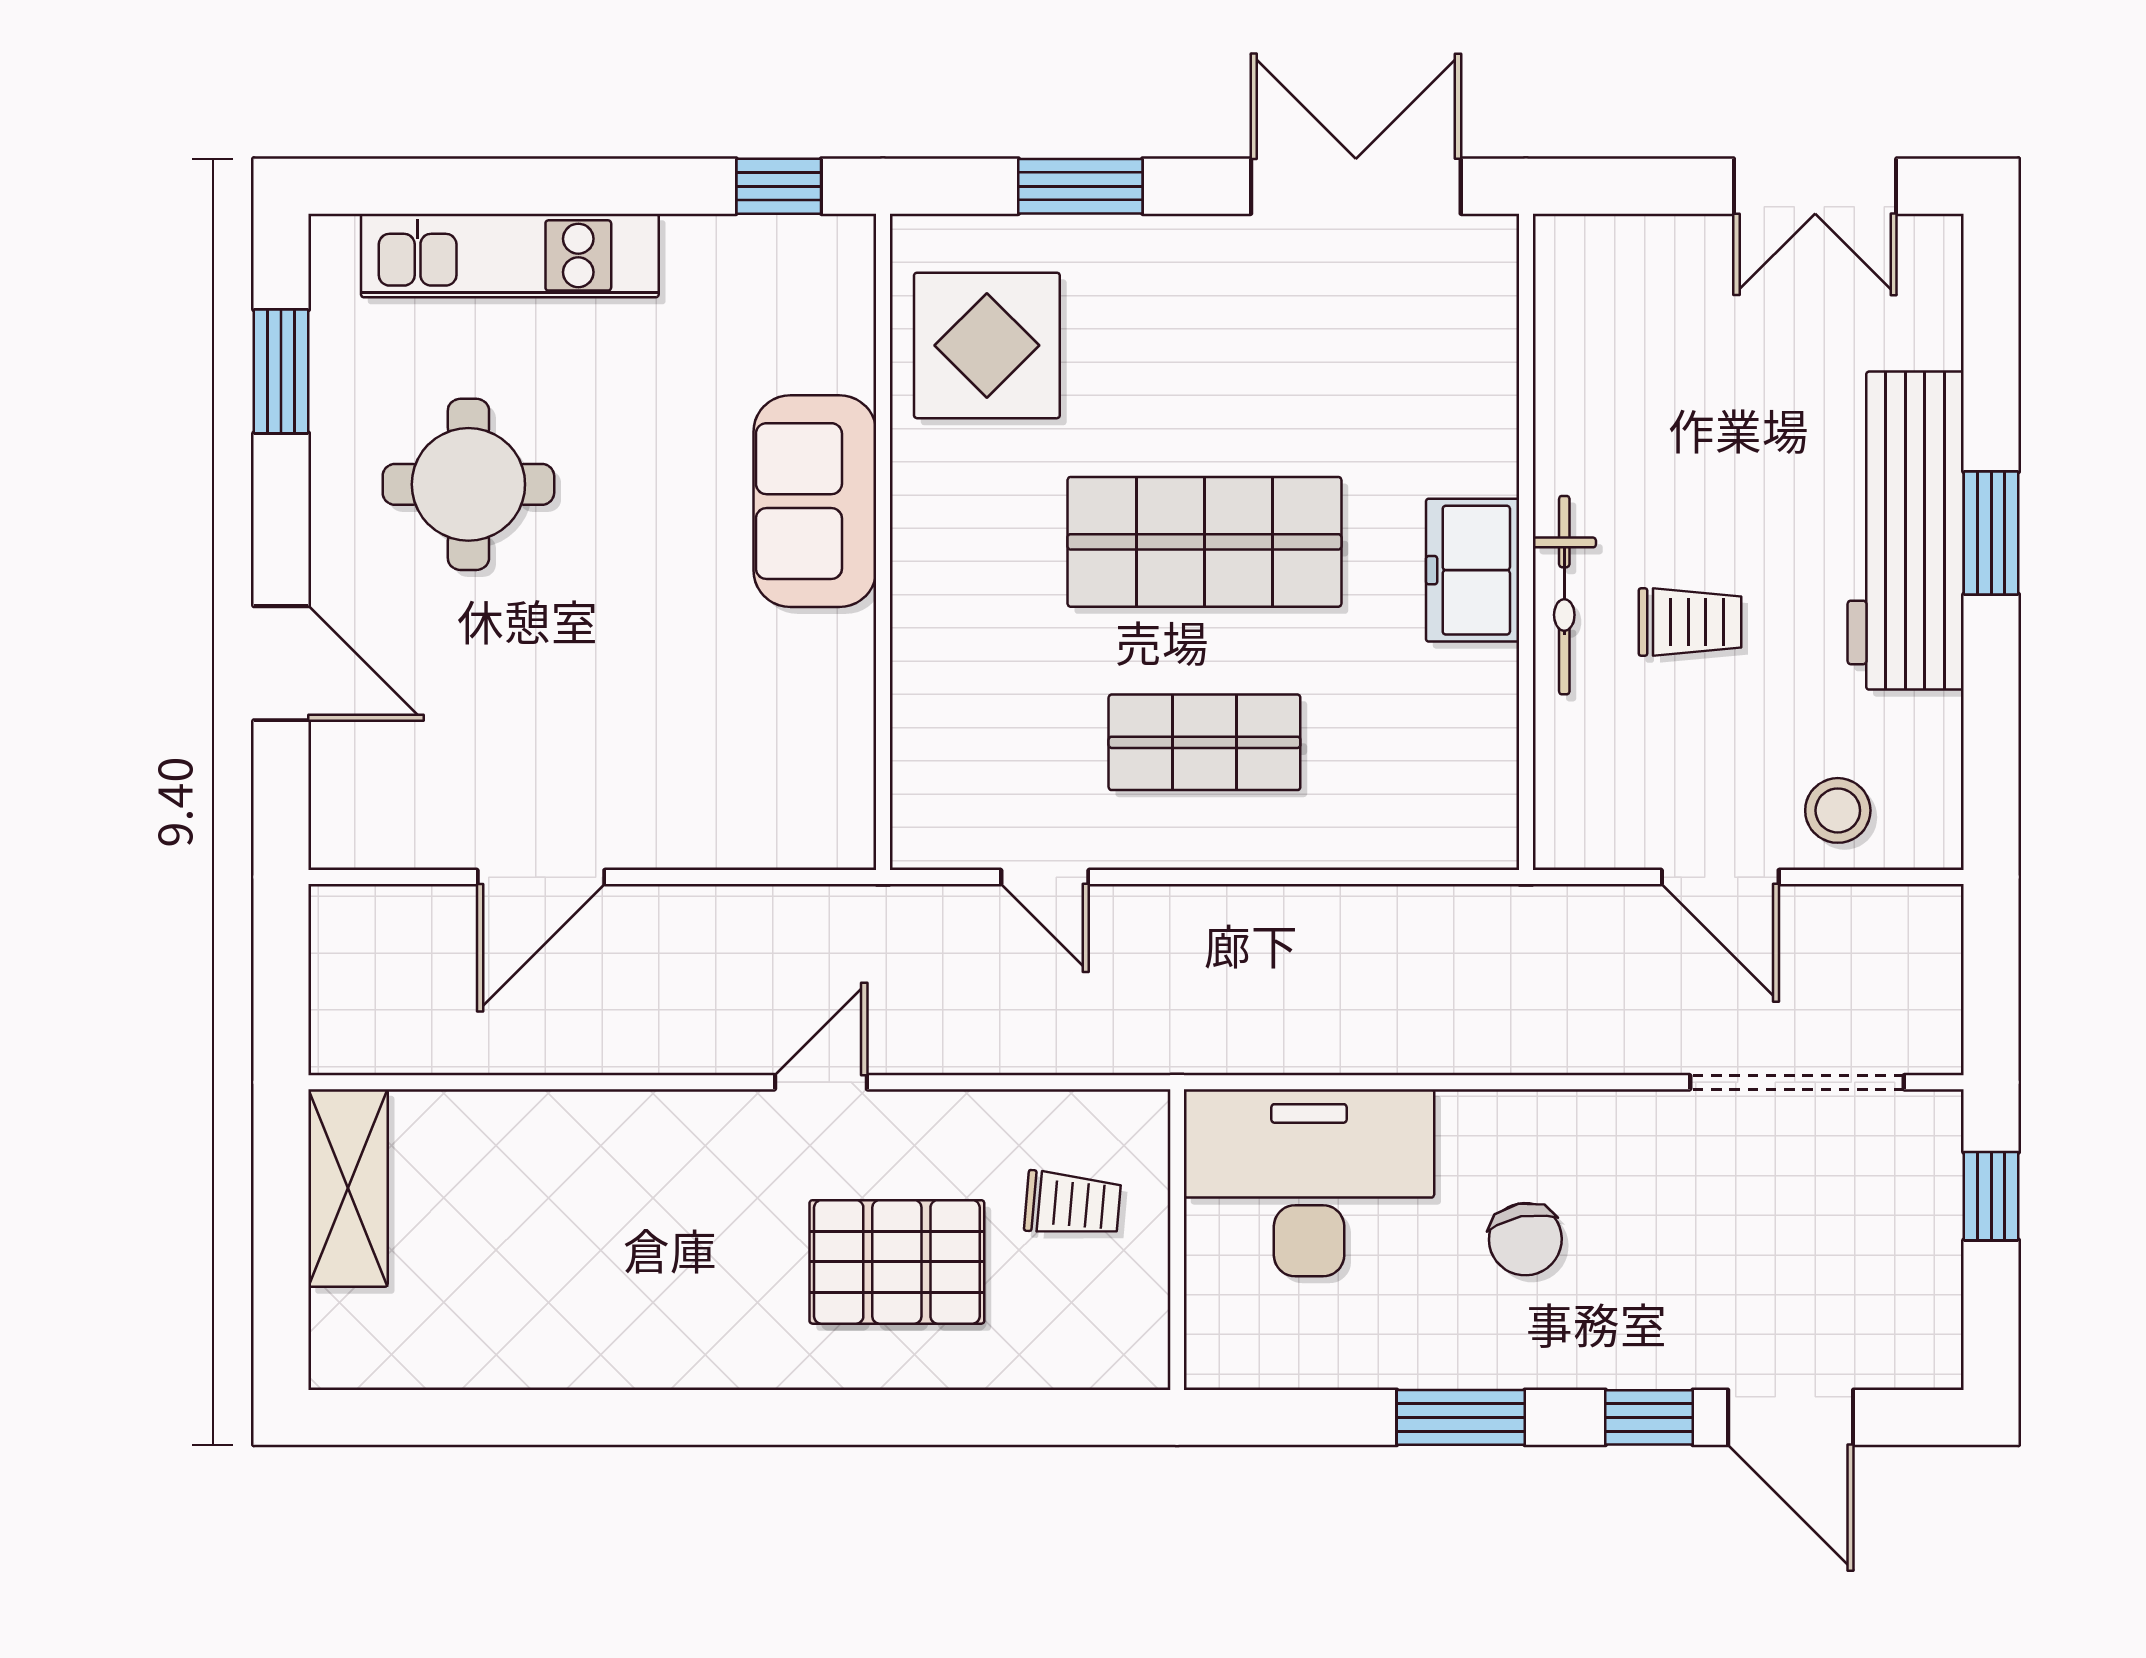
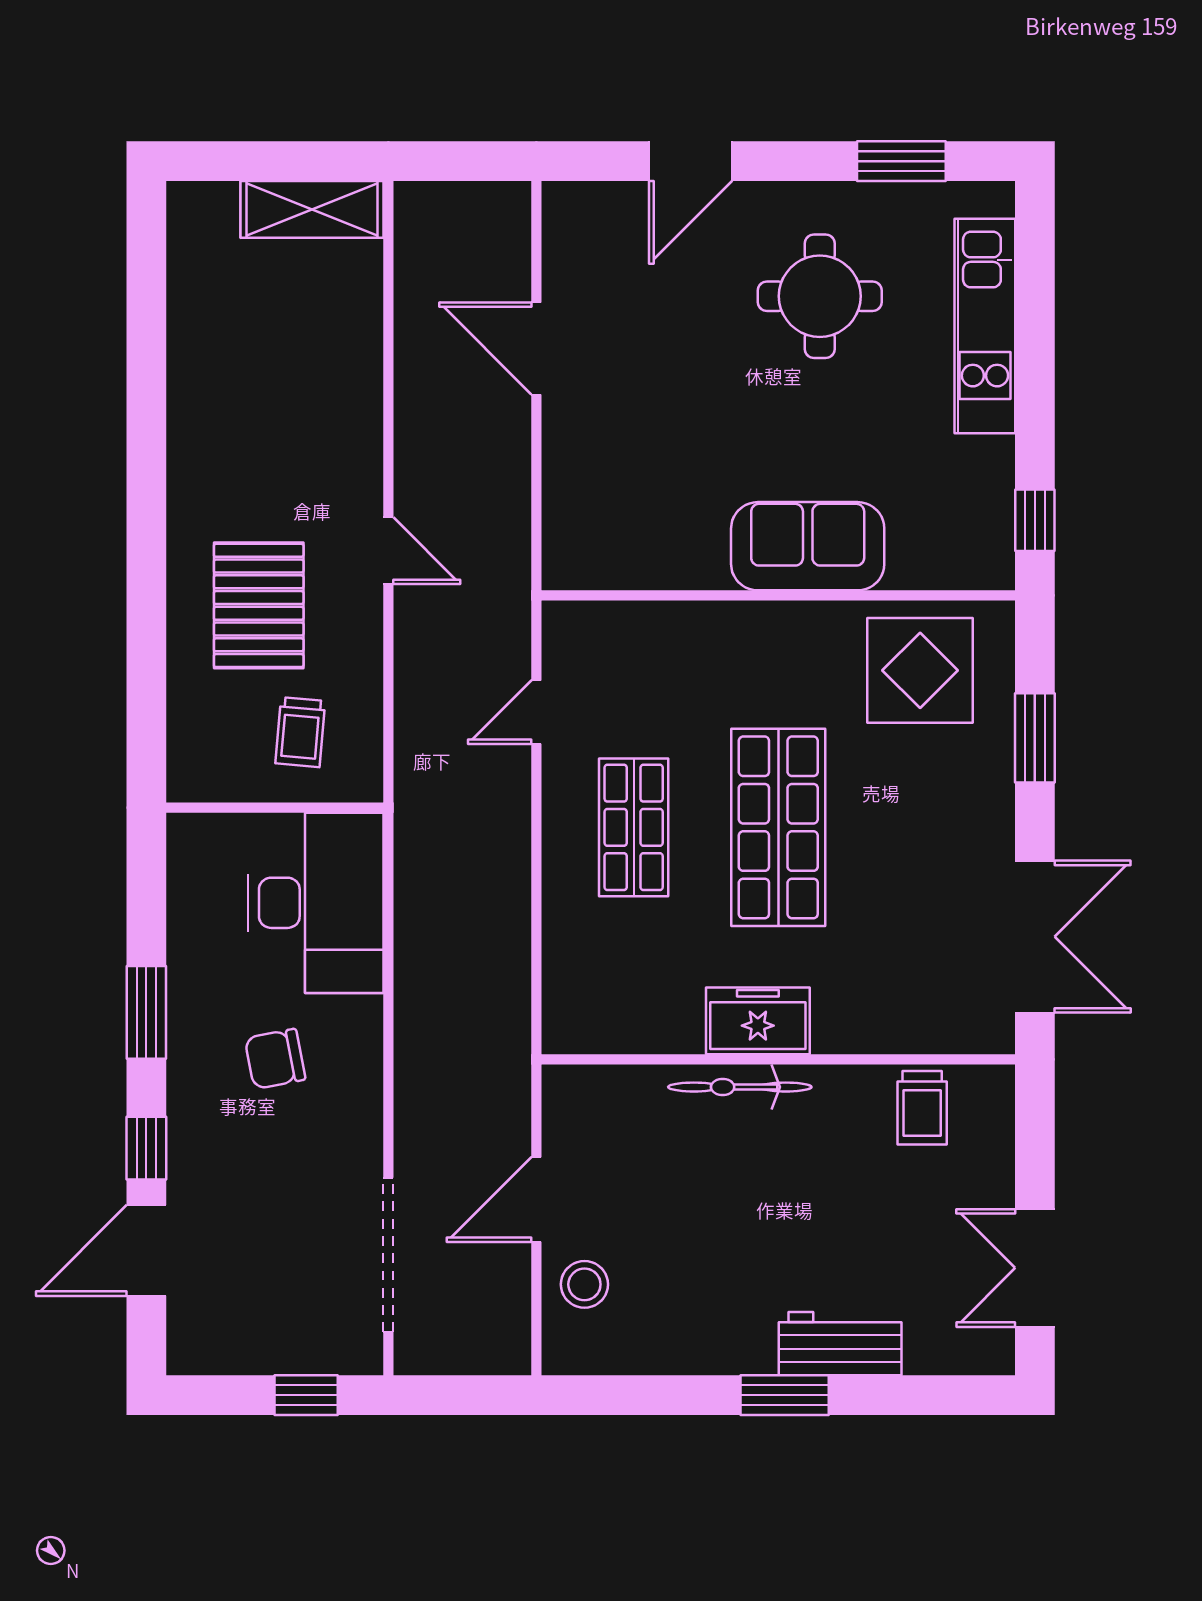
workbench: (1906, 531) -> (840, 1344), width x0.53, depth x0.76
trolley: (1690, 622) -> (922, 1108), moved

